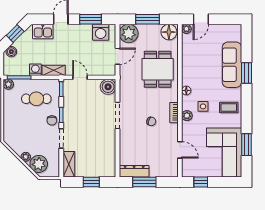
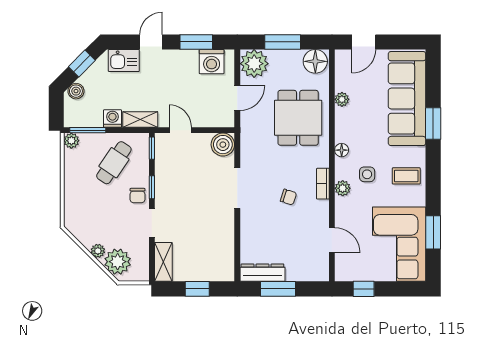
plant: (186, 29) -> (342, 99), moved
sofa: (232, 65) -> (407, 99), width x1.36, depth x1.27
cafe table: (36, 99) -> (114, 163), turned -56

